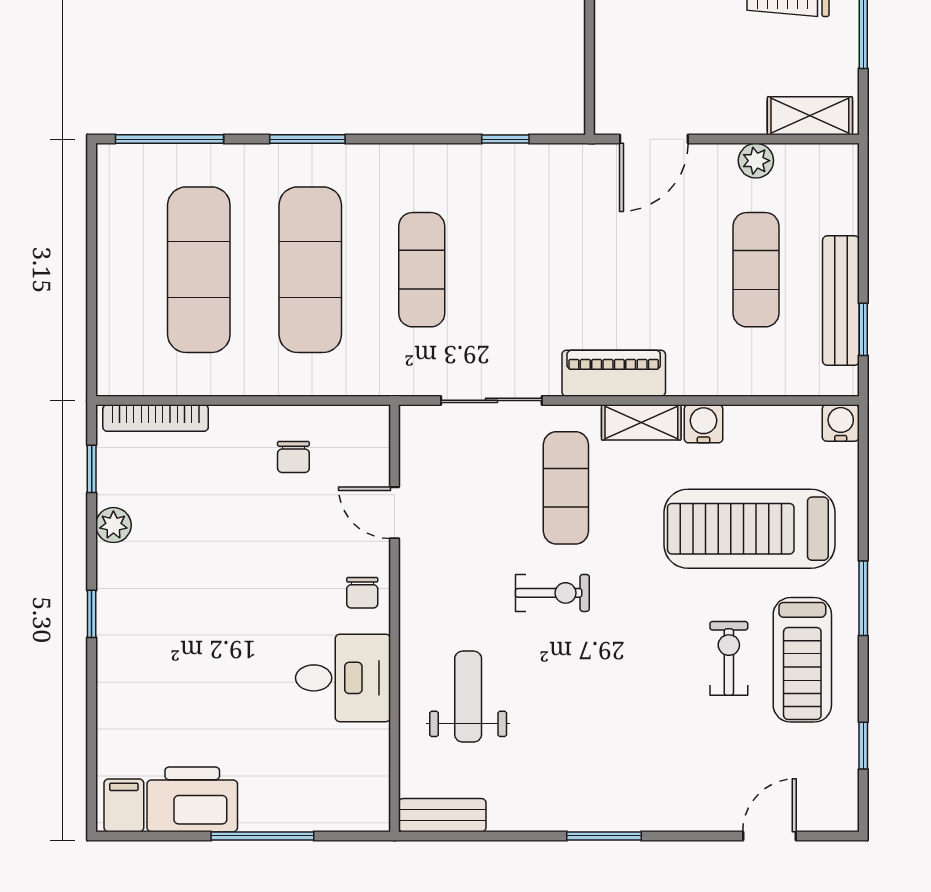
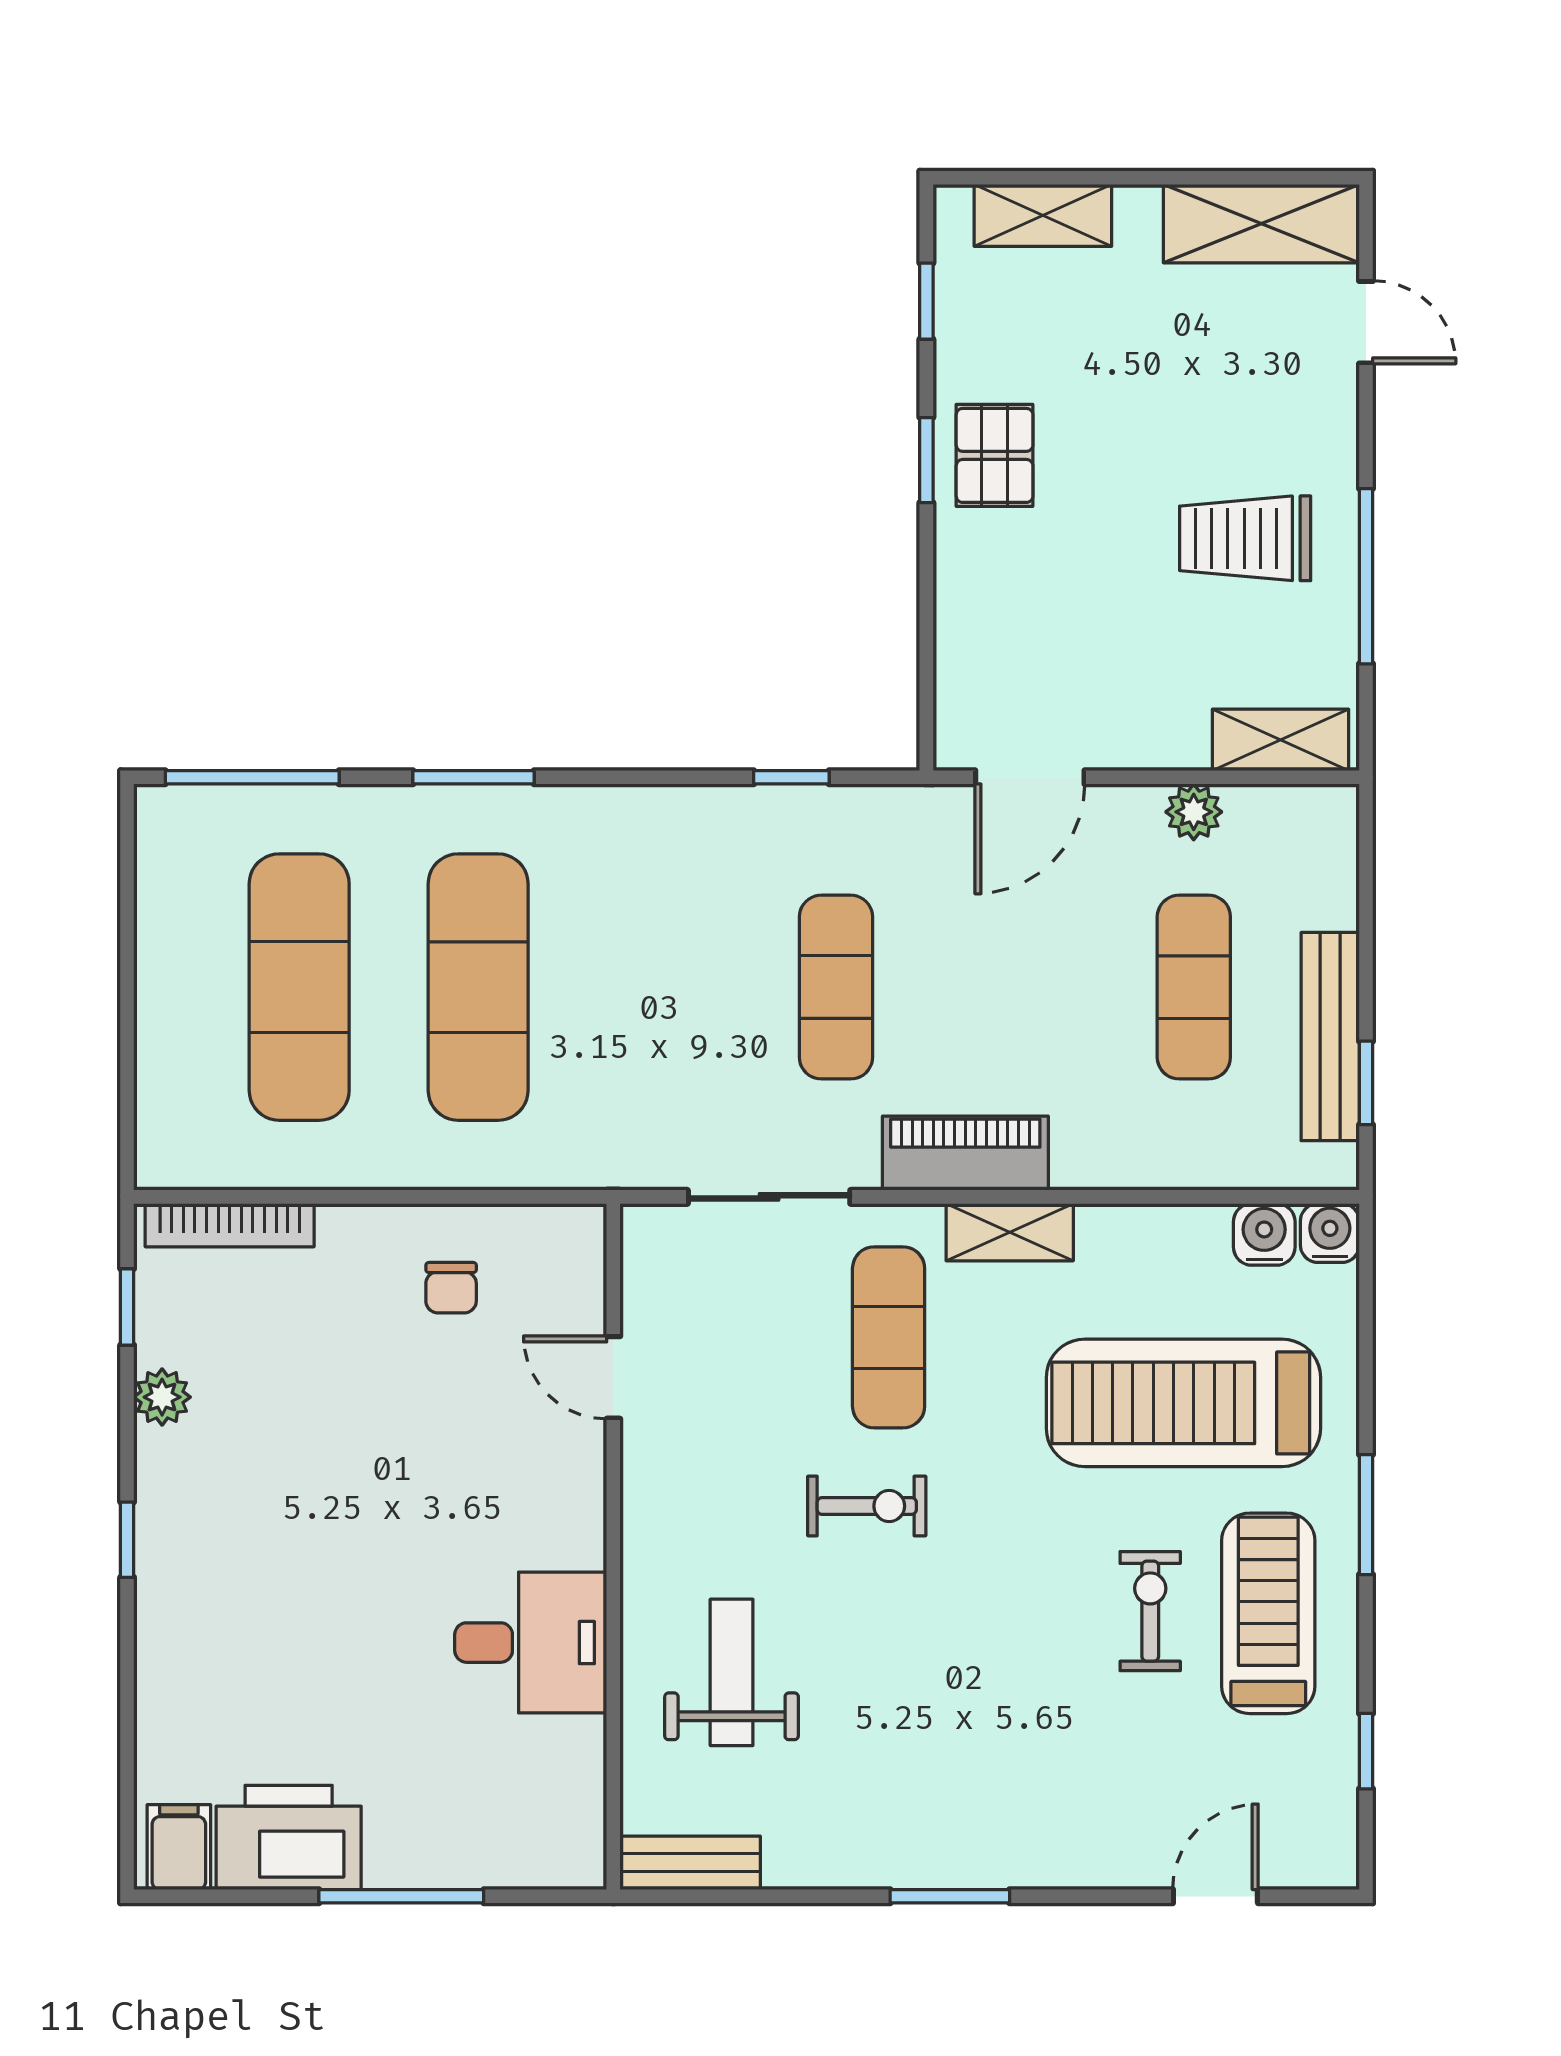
exercise mat: (422, 270) -> (836, 987), moved
water cooler: (703, 424) -> (1264, 1234), moved
chair: (362, 593) -> (562, 1506), removed
treadmill: (802, 660) -> (1268, 1613), turned 180

